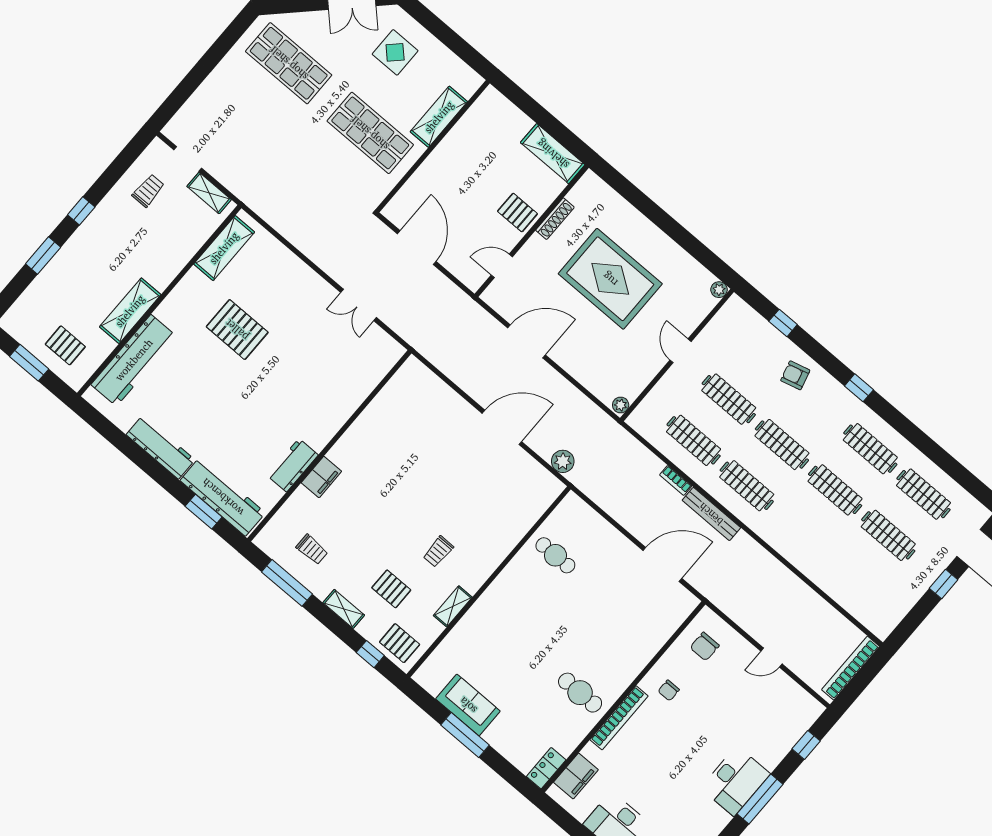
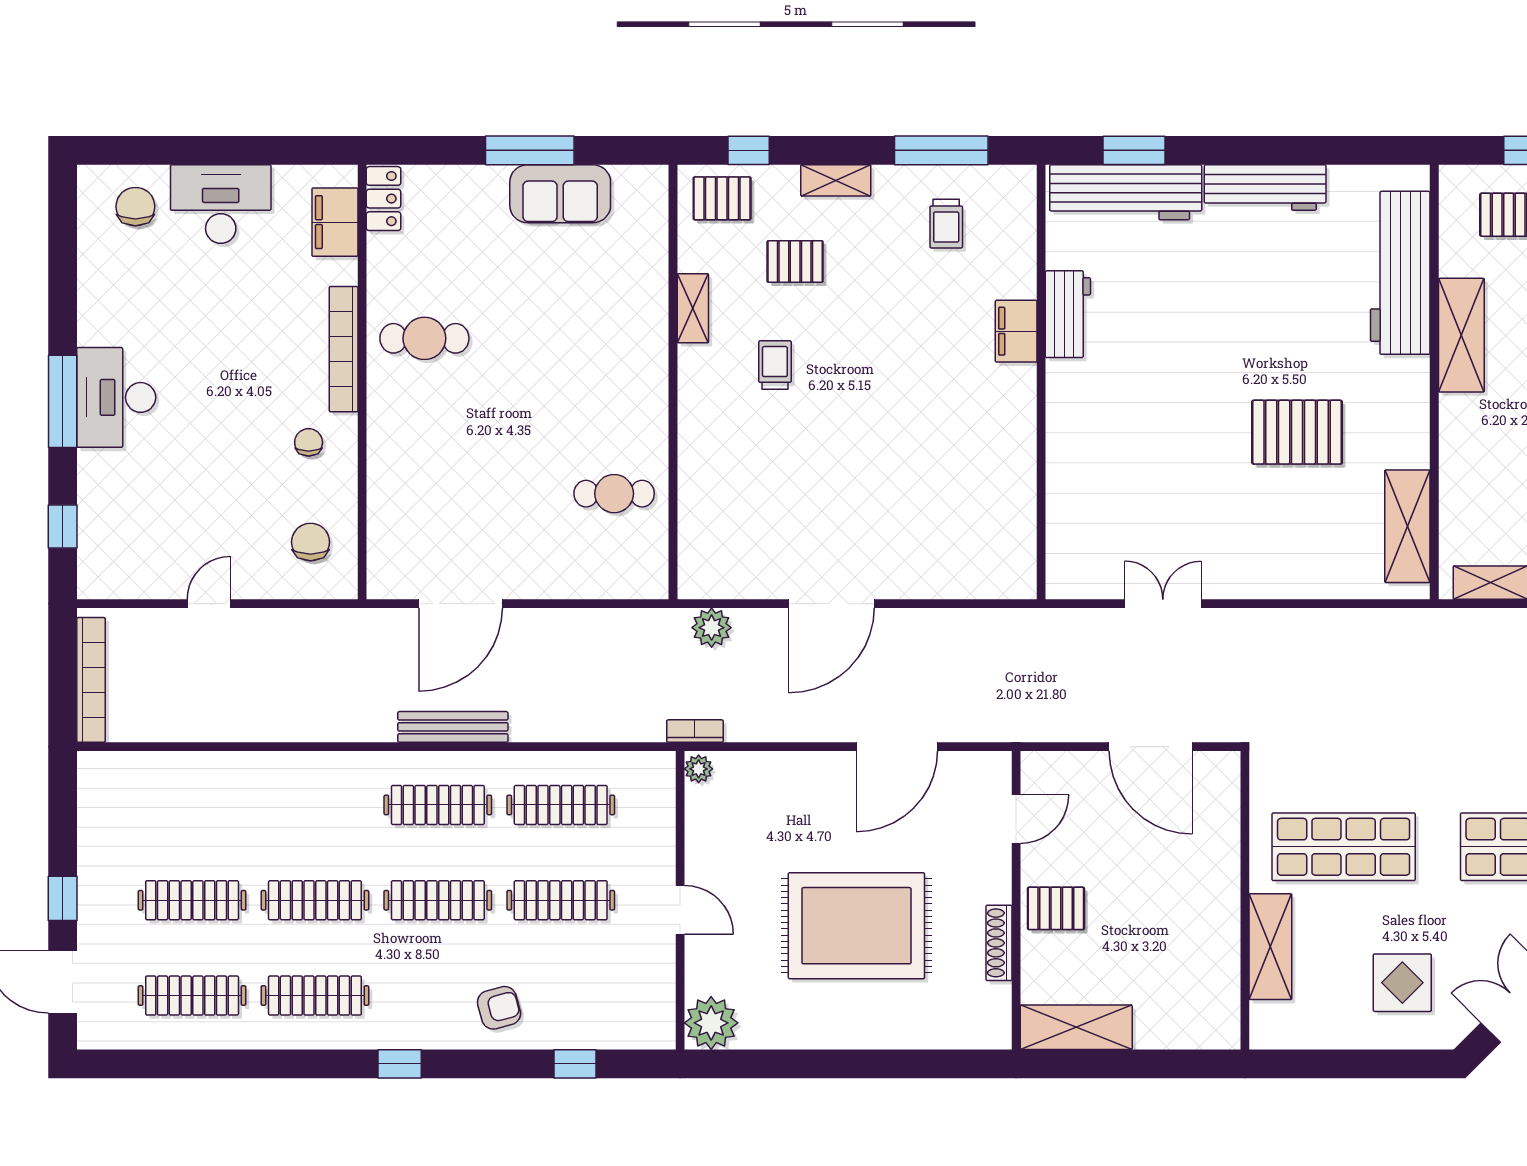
plant: (719, 290) -> (711, 1023), width x1.88, depth x1.88
bookcase: (676, 480) -> (695, 731), moved
trolley: (312, 549) -> (946, 224), turned -90

